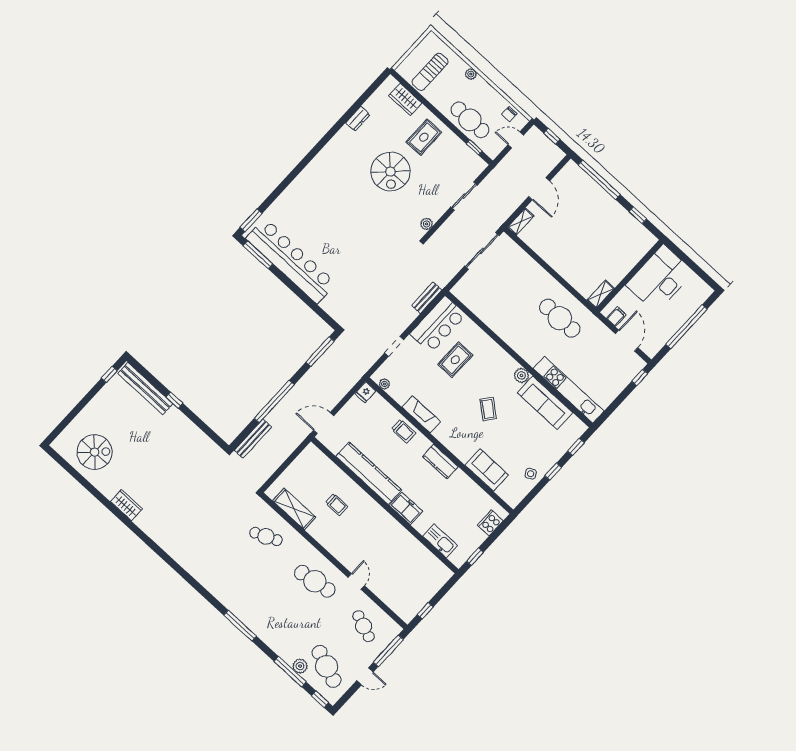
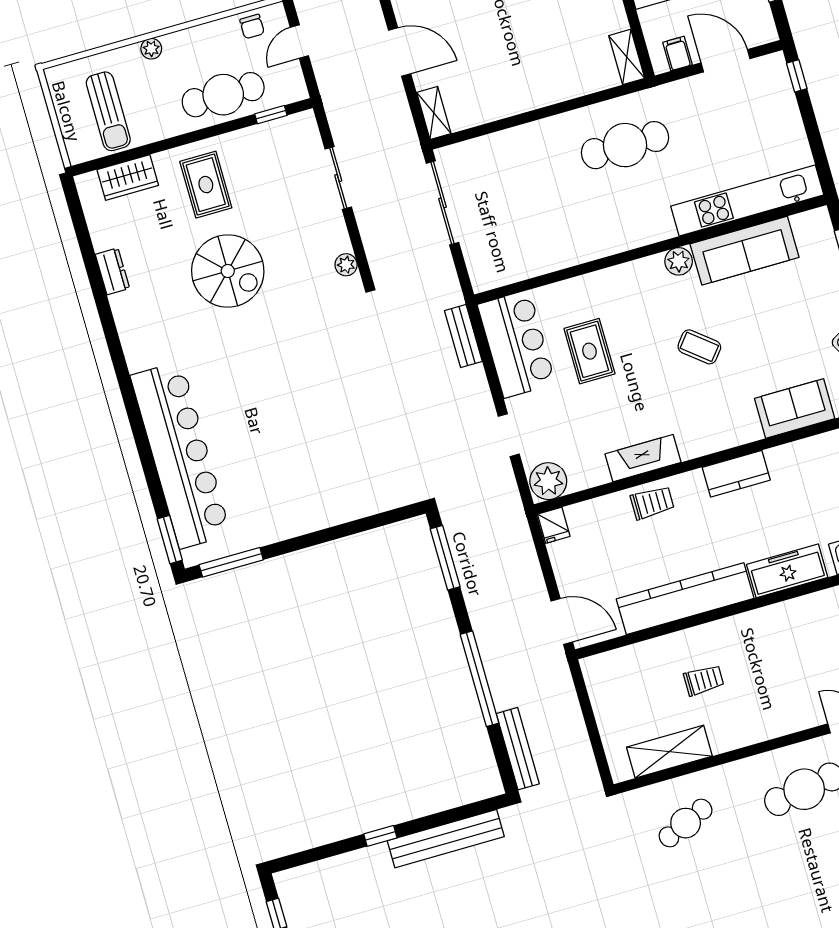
bar counter: (291, 261) -> (181, 455), moved, turned 90
plant: (384, 384) -> (548, 481), width x1.88, depth x1.88
bench: (145, 388) -> (446, 839), moved
door: (324, 423) -> (562, 621), swing flipped
freezer: (406, 508) -> (787, 571), width x1.40

